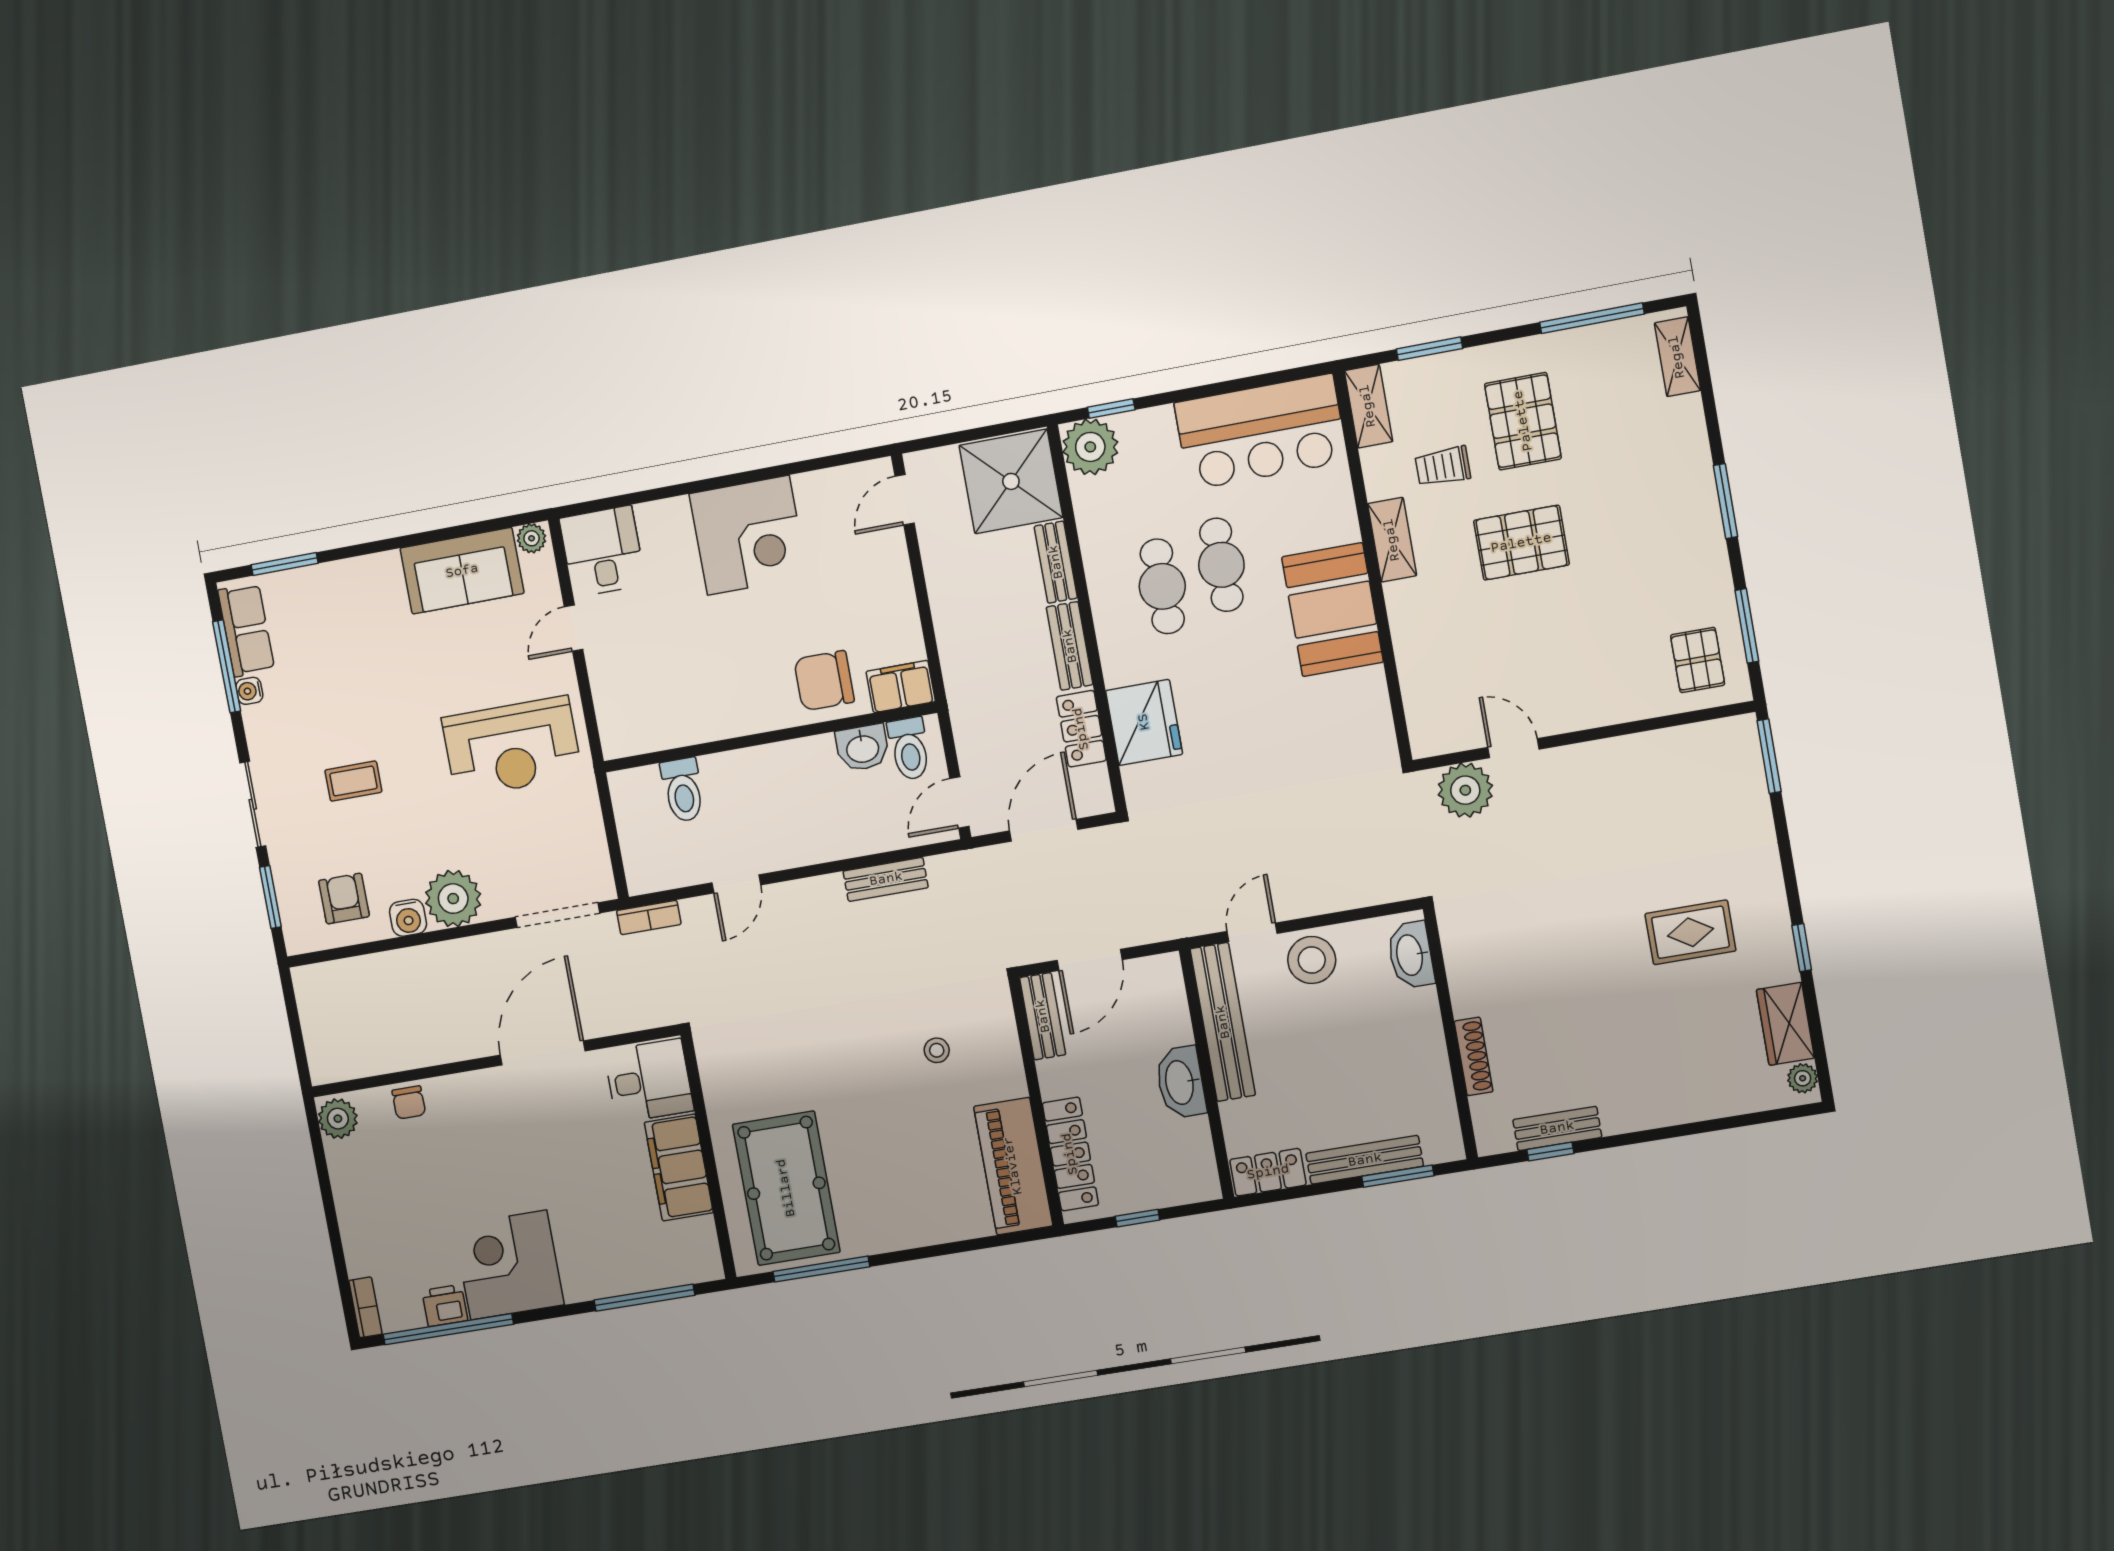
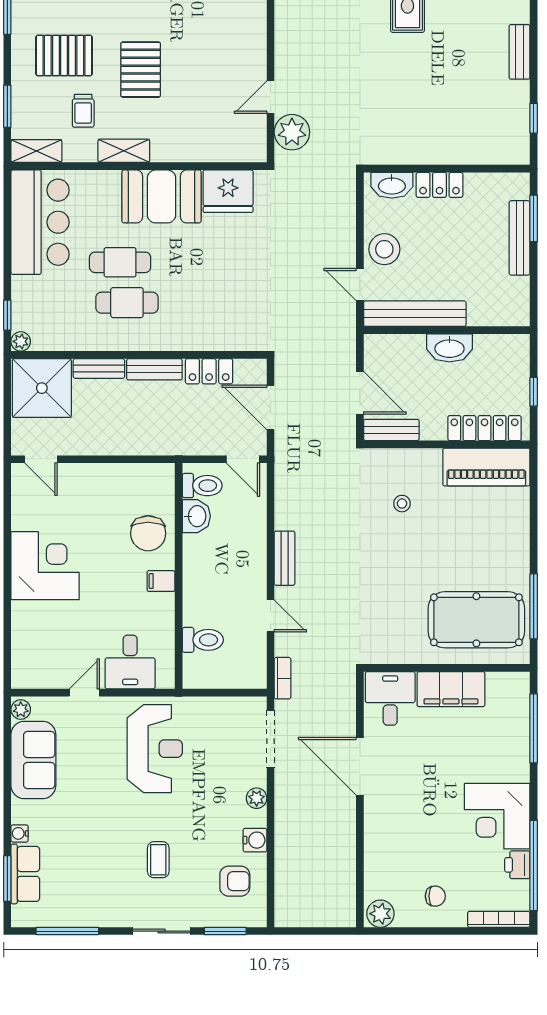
plant: (1090, 447) -> (21, 341), width x0.53, depth x0.53
desk: (602, 551) -> (130, 662), moved, turned -90
door: (574, 628) -> (84, 693), swing flipped
row of seats: (246, 630) -> (25, 874), moved, turned 90
filing cabinet: (901, 687) -> (161, 581), moved, width x0.50
water cooler: (249, 691) -> (20, 833), moved, turned 90
fridge: (1144, 722) -> (228, 191), moved, turned 180
bench: (886, 879) -> (285, 558), moved
armchair: (344, 898) -> (235, 881), turned 180
plant: (453, 899) -> (257, 798), width x0.53, depth x0.53
shoe rack: (1474, 1056) -> (464, 156), removed
chair: (409, 1102) -> (435, 896), moved
bench: (1557, 1128) -> (520, 52), moved
locker: (1268, 1172) -> (440, 185), moved, turned -90
bookcase: (365, 1307) -> (499, 919), width x1.56

